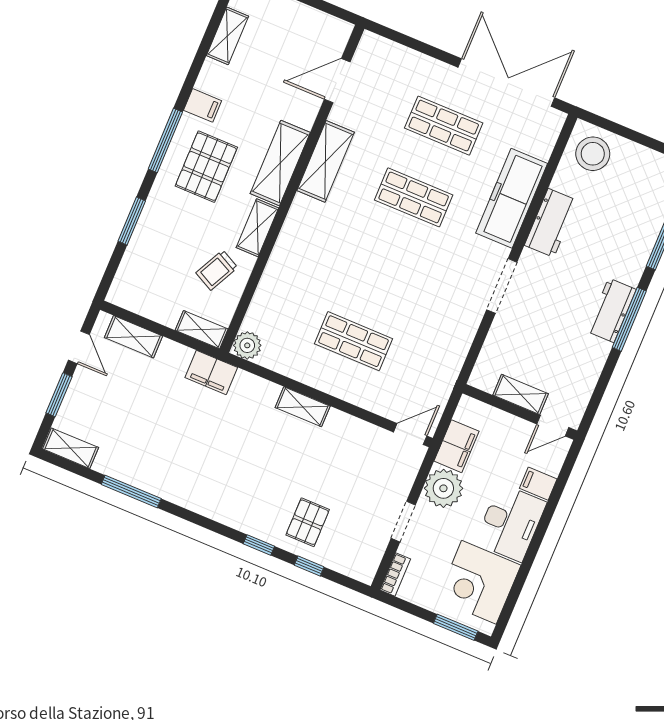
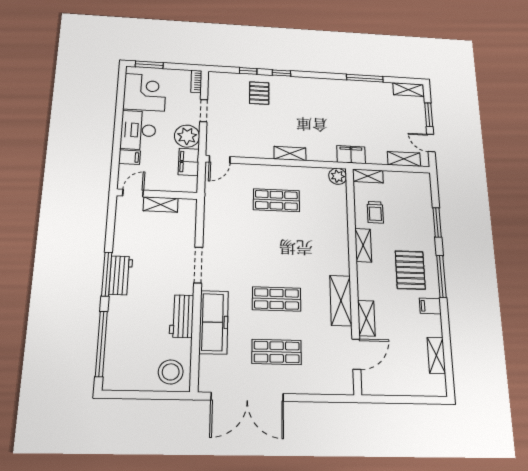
shelving: (280, 163) -> (366, 318), moved, width x0.67, depth x0.75
trolley: (217, 270) -> (375, 212), turned 153

